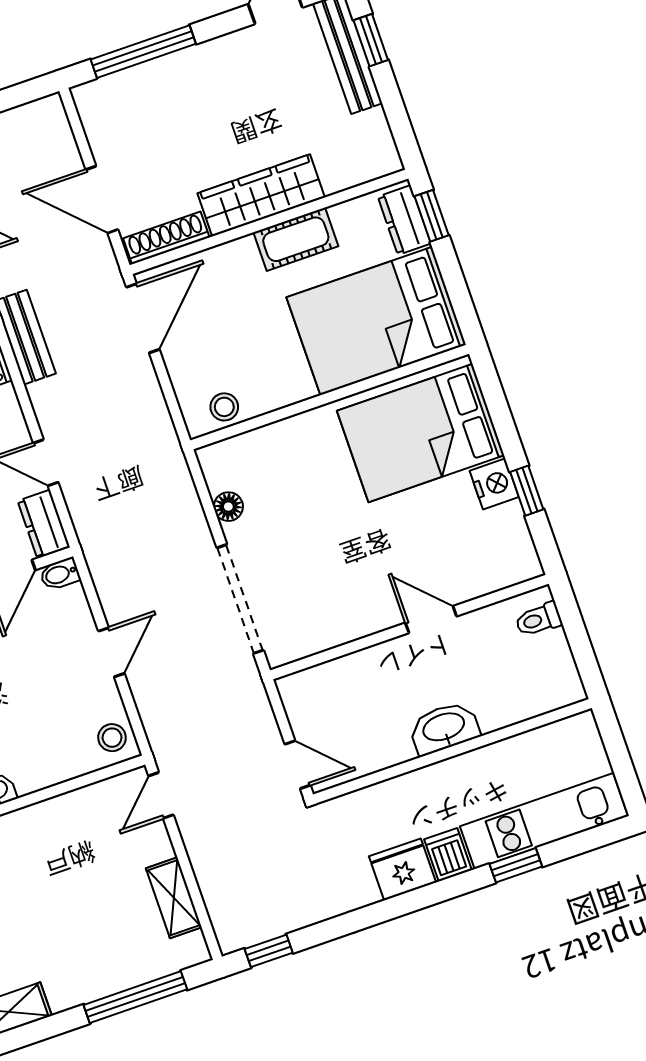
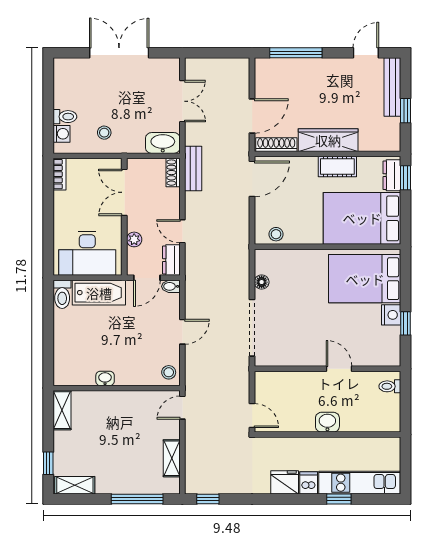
window: (371, 40) -> (406, 111), moved
door: (102, 200) -> (252, 116), swing flipped
washbasin: (444, 728) -> (327, 422), width x0.72

